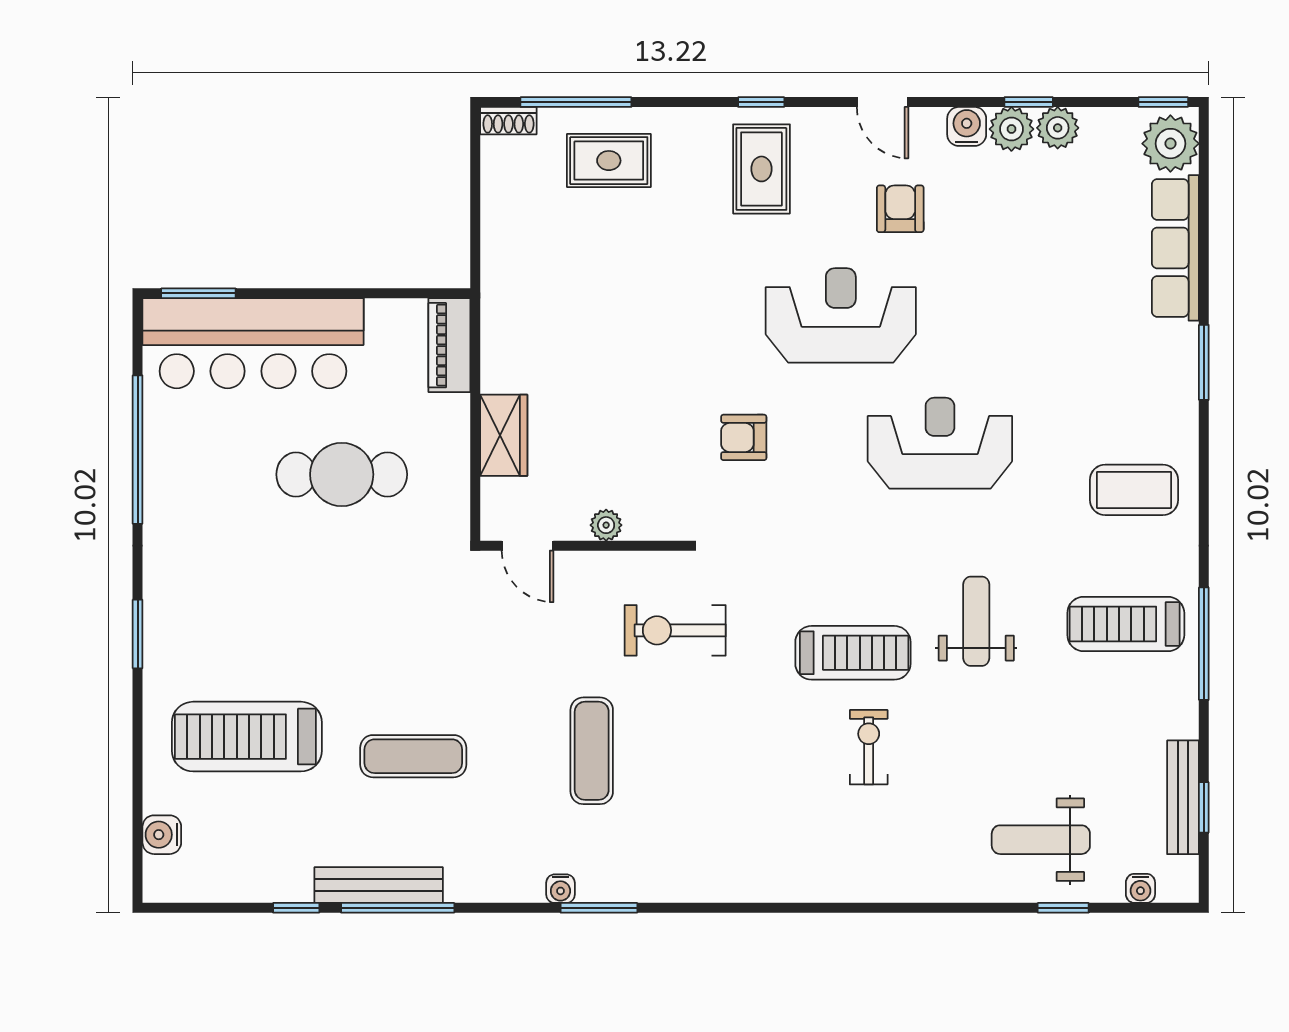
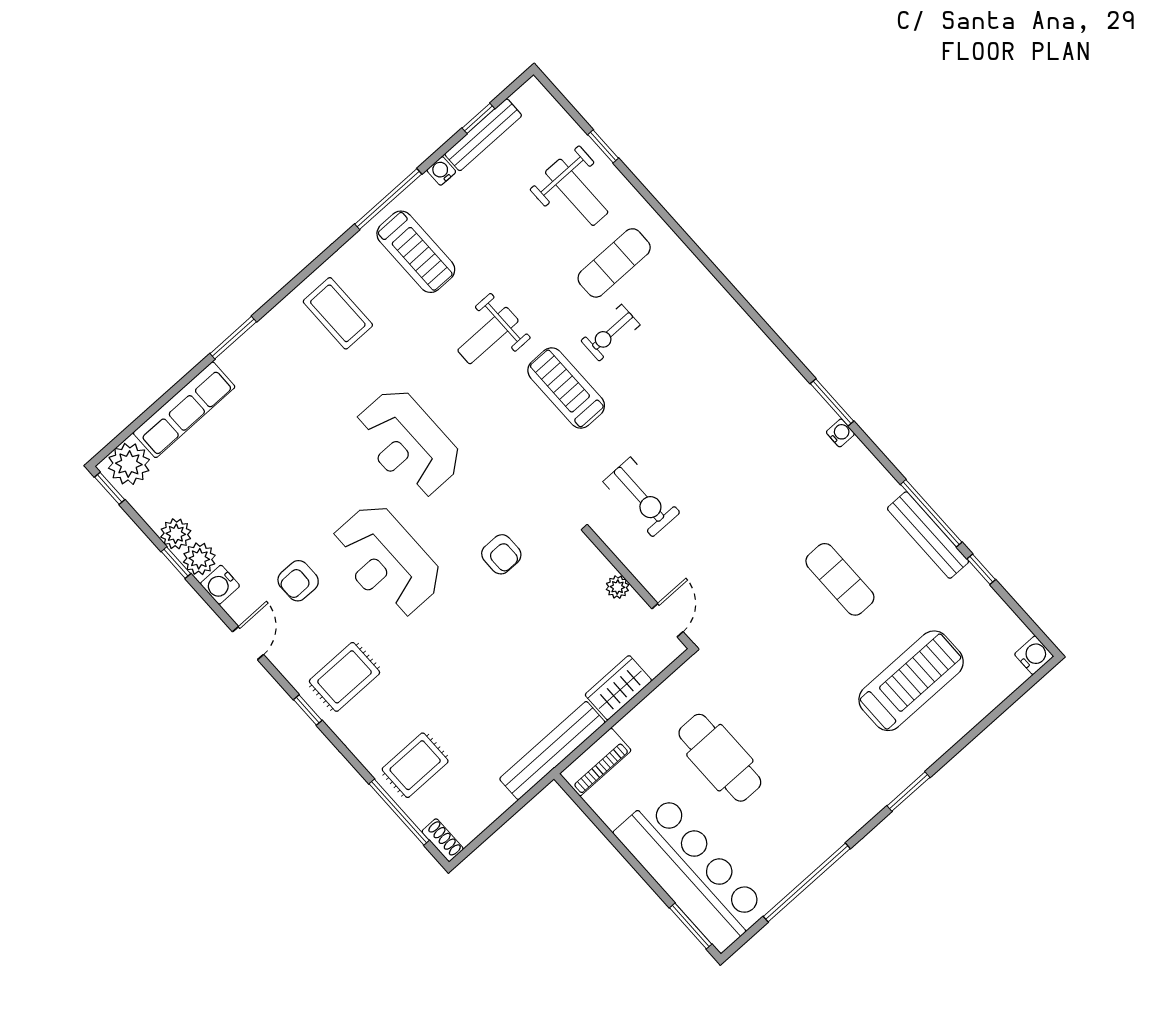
rug: (609, 161) -> (415, 765), turned 90
bench: (500, 312) -> (552, 751), added
treadmill: (247, 737) -> (911, 681), turned -90
exercise mat: (592, 751) -> (614, 263), moved
water cooler: (162, 835) -> (1034, 655), moved, turned -90
water cooler: (1140, 888) -> (441, 171), moved, turned -90

